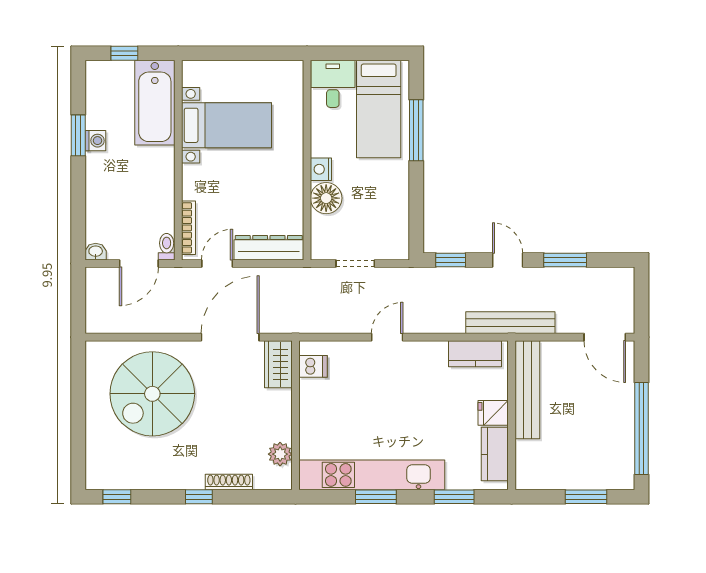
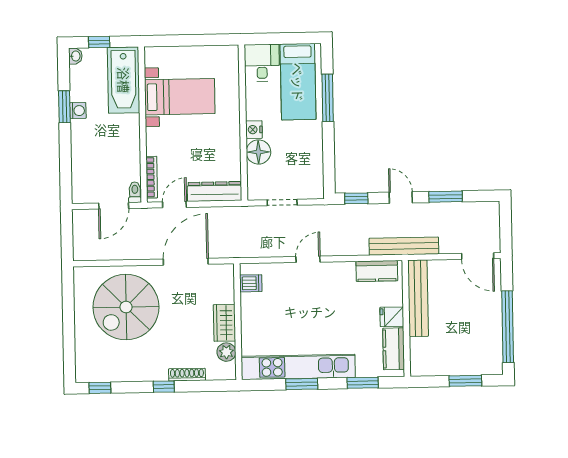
washbasin: (96, 252) -> (75, 56), moved, turned 90
wardrobe: (278, 364) -> (224, 323), moved

